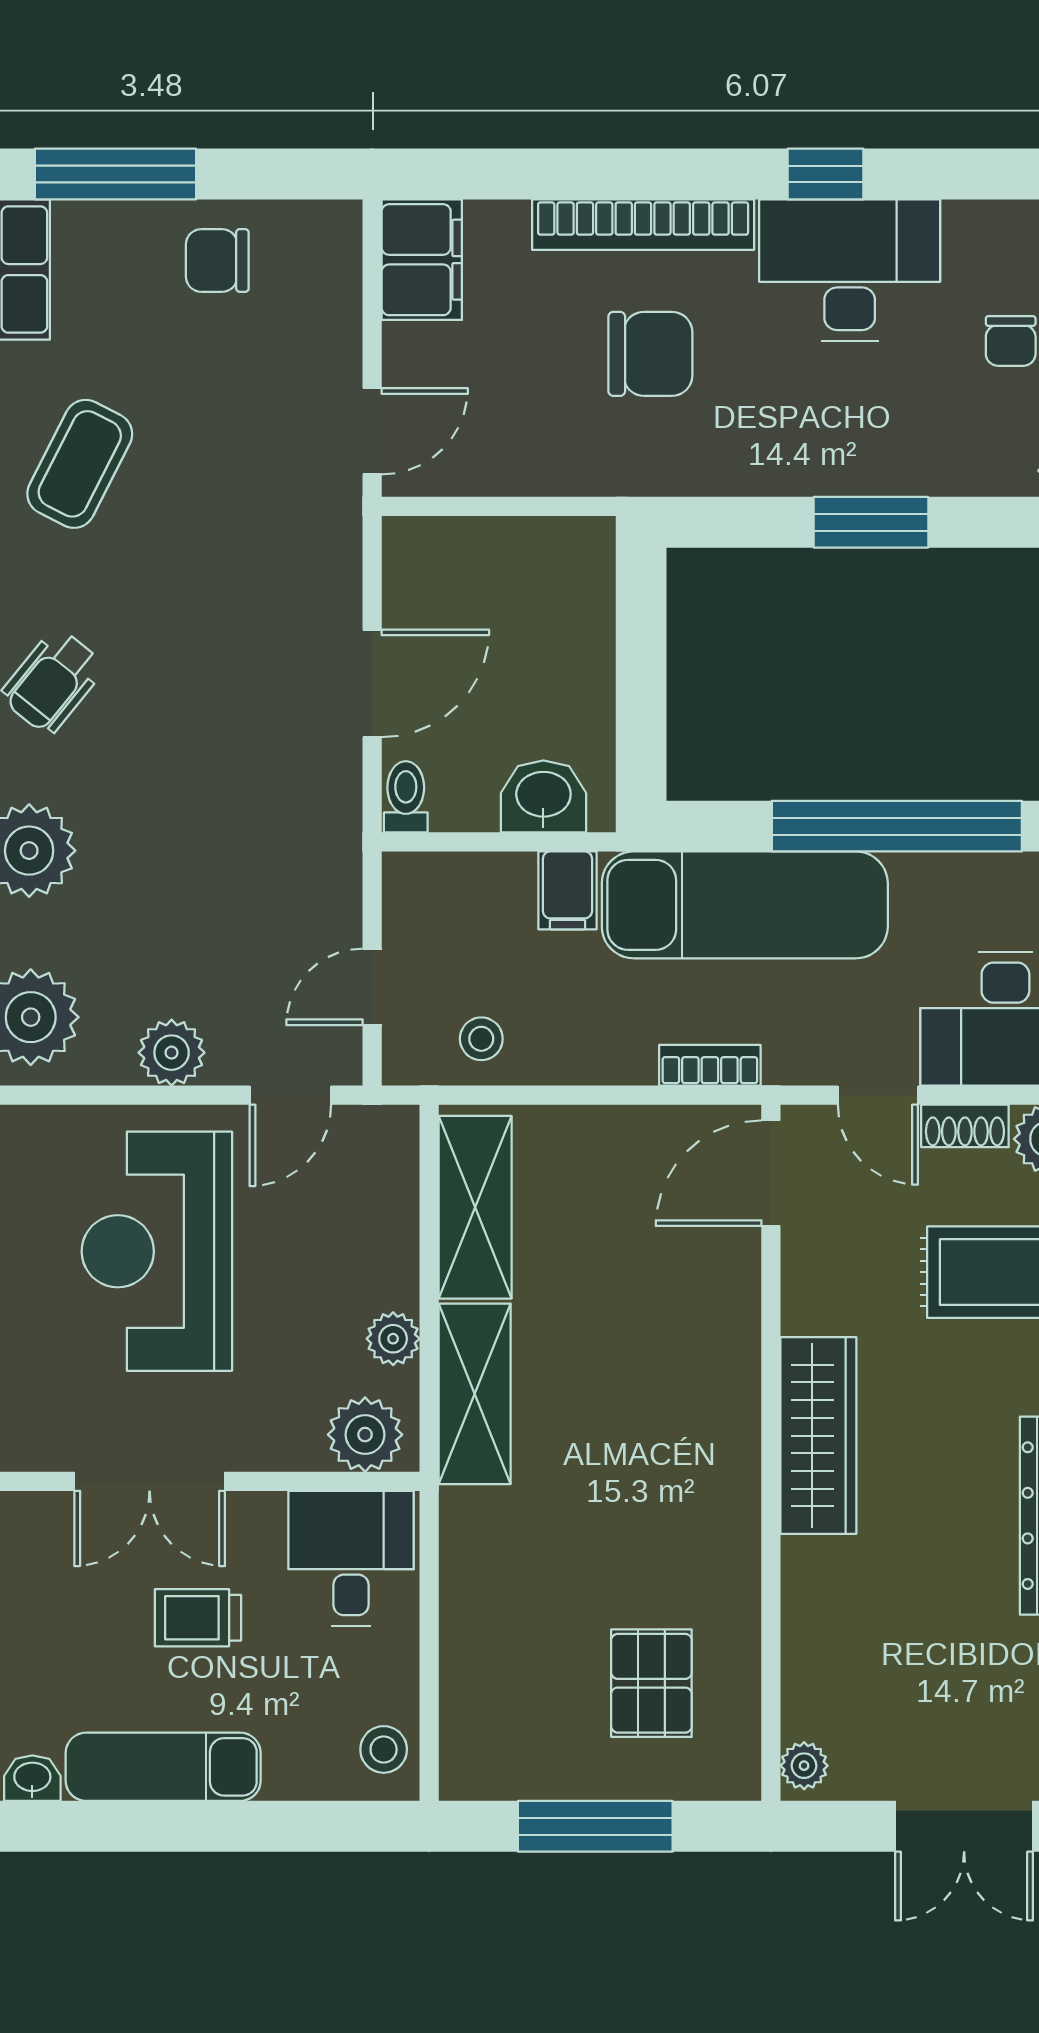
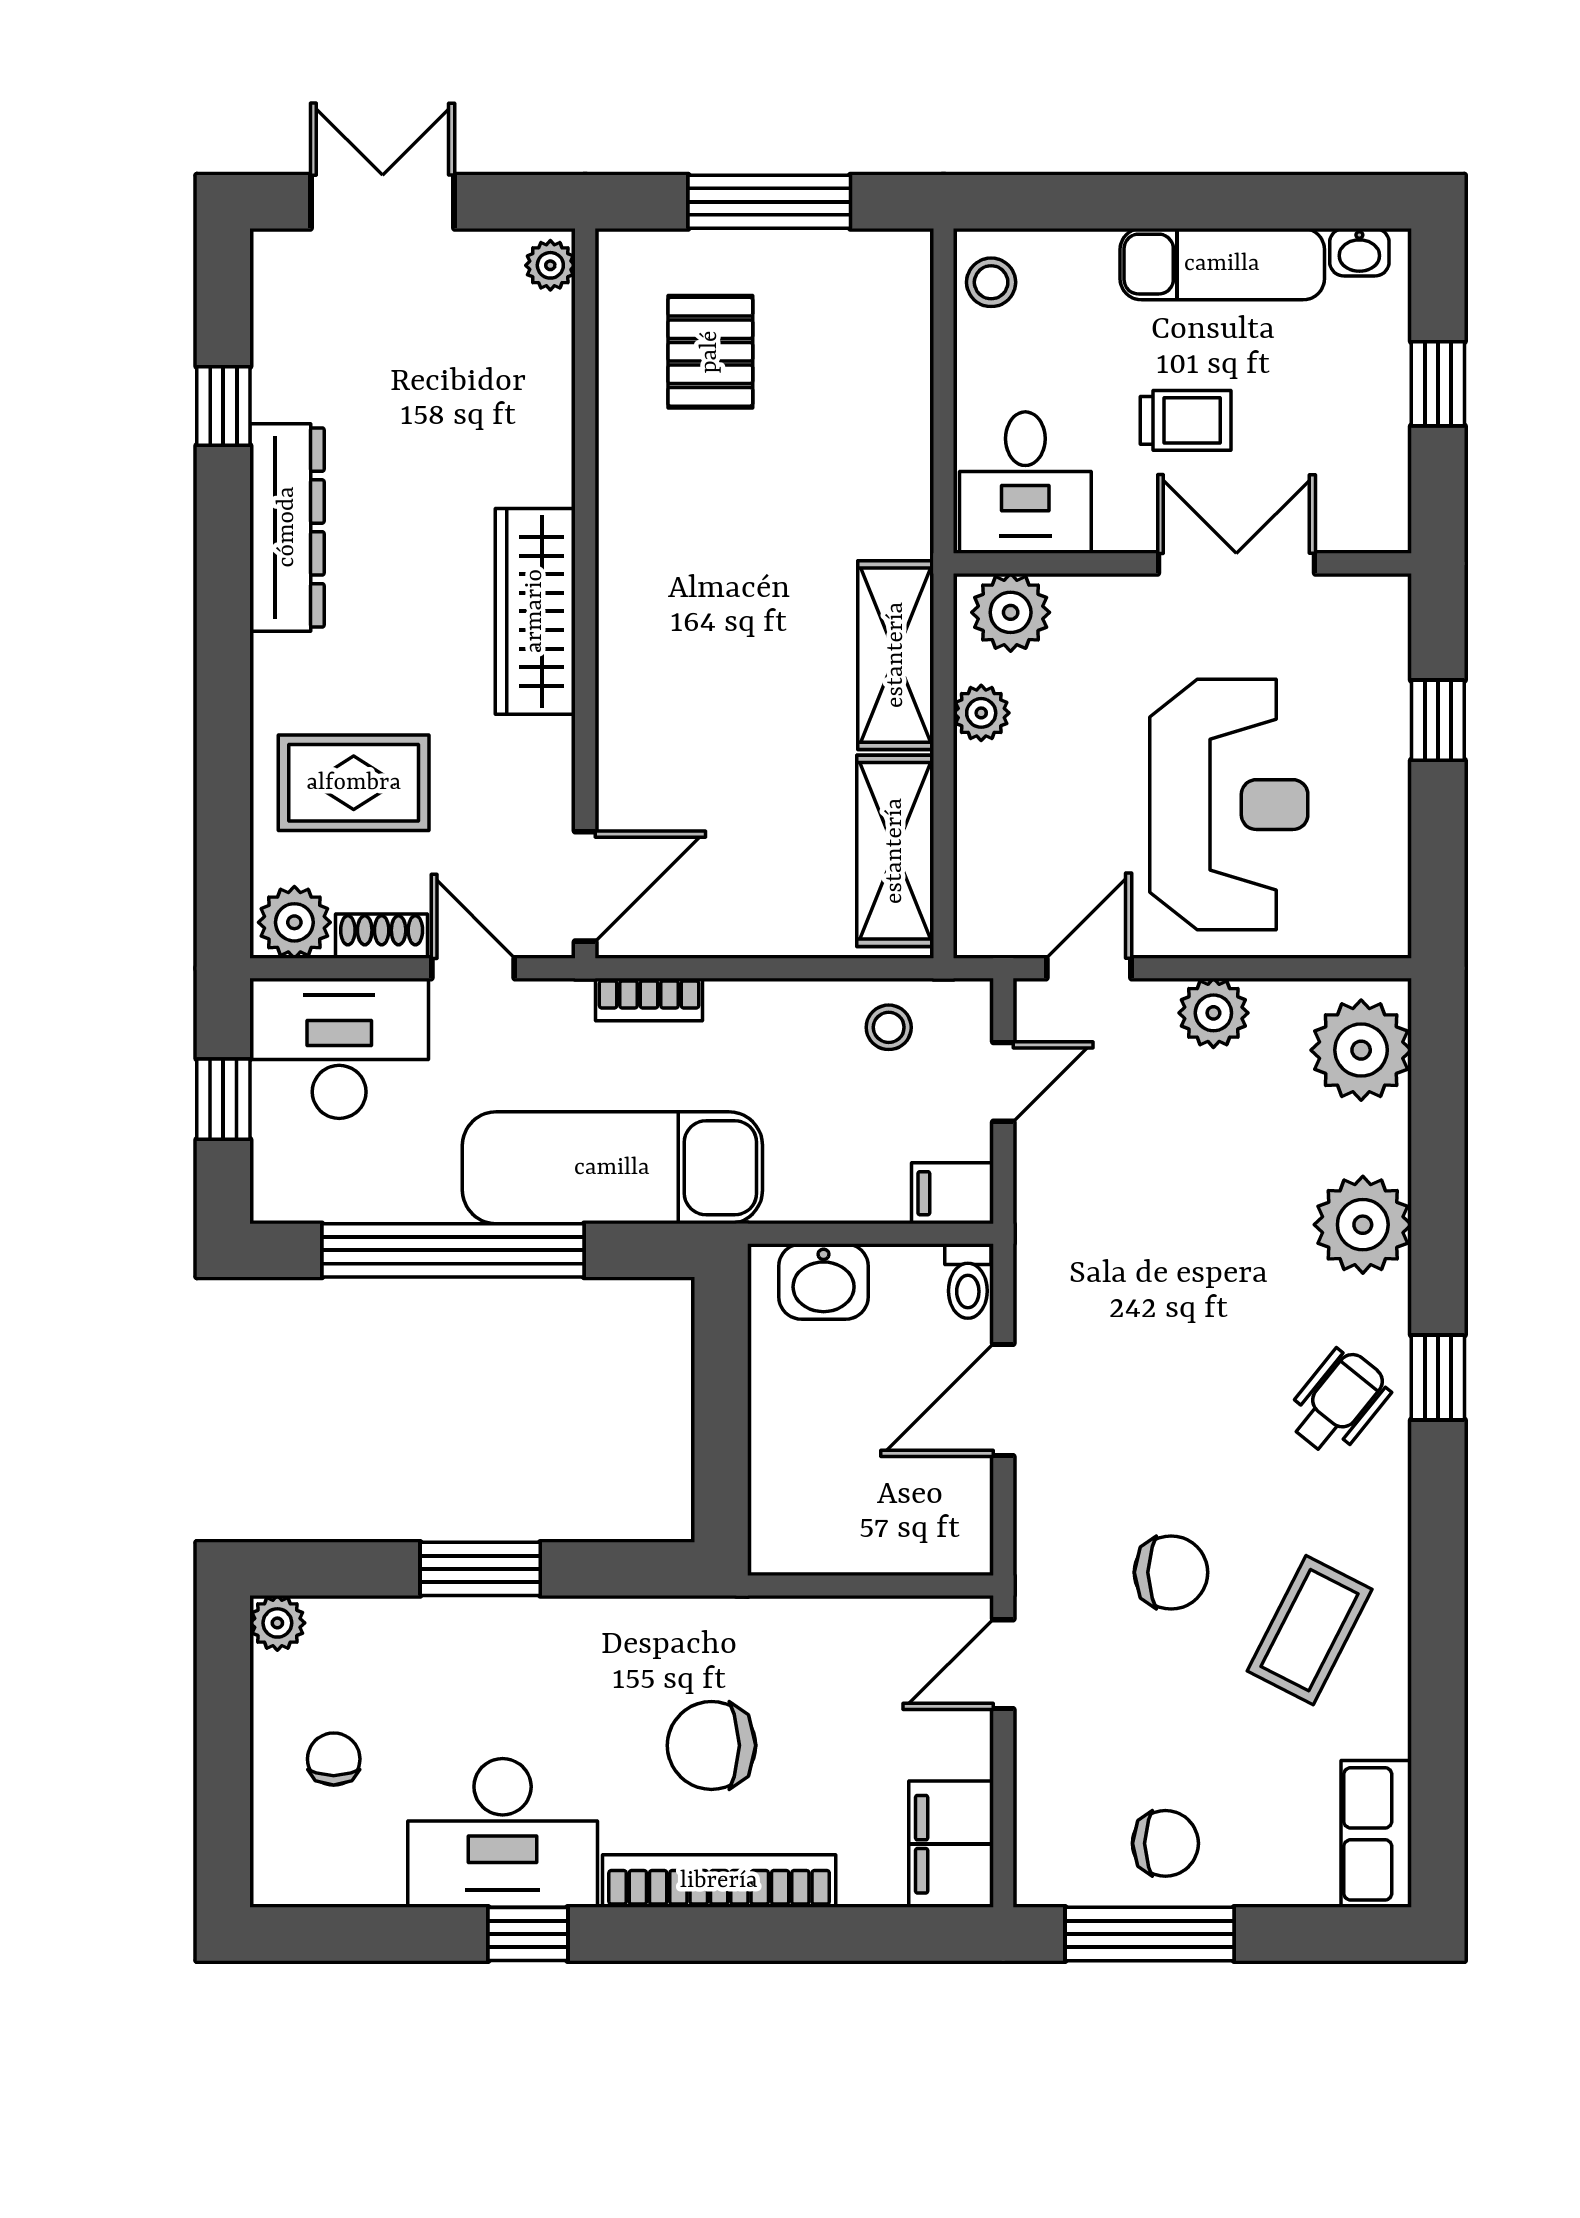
window: (115, 174) -> (1150, 1934), moved
chair: (212, 519) -> (1171, 1572), added
filing cabinet: (567, 890) -> (952, 1193), moved, turned -90

